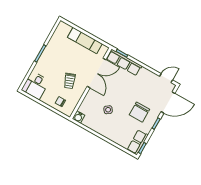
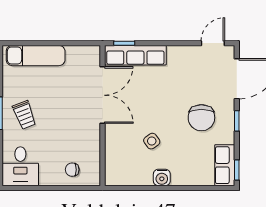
exam couch: (85, 40) -> (36, 56), moved
trolley: (70, 81) -> (24, 115), moved
water cooler: (79, 117) -> (162, 177), moved

